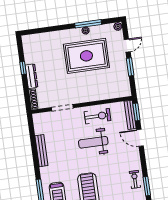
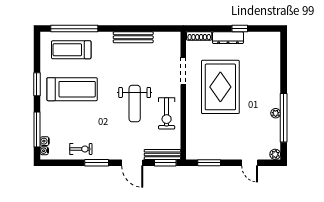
window: (88, 24) -> (284, 118), width x1.46
rug: (86, 56) -> (220, 87), moved
window: (130, 67) -> (209, 163), moved
door: (140, 138) -> (132, 163), swing flipped
weight bench: (93, 142) -> (135, 104), turned 180
window: (147, 186) -> (97, 163), moved

